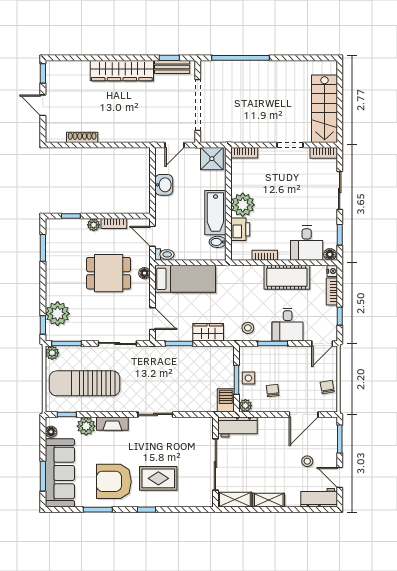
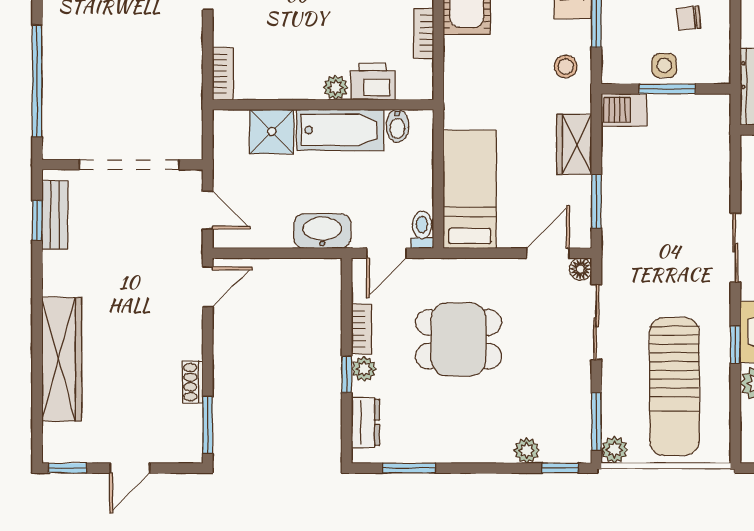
wardrobe: (122, 71) -> (62, 359), moved
shoe rack: (82, 137) -> (193, 382), width x0.70
window: (65, 145) -> (208, 425), added
door: (135, 145) -> (208, 287), added
shower: (212, 159) -> (272, 131), moved
washbasin: (164, 185) -> (322, 231), moved, width x1.38
plant: (243, 205) -> (336, 87), width x0.53, depth x0.53
window: (71, 216) -> (347, 374), moved
dresser: (66, 226) -> (366, 422), added
dining table: (109, 273) -> (459, 339), turned 90
floor lamp: (144, 273) -> (580, 269), moved
plant: (58, 314) -> (527, 451), width x0.53, depth x0.53
barbecue: (226, 400) -> (624, 110), moved
plant: (245, 406) -> (718, 71), removed
window: (67, 414) -> (735, 345), moved

